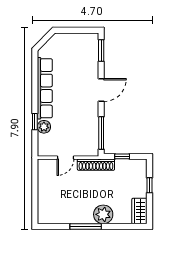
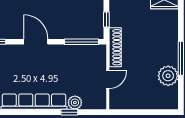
door: (65, 158) -> (108, 80), hinge flipped
plant: (103, 214) -> (168, 76), moved

